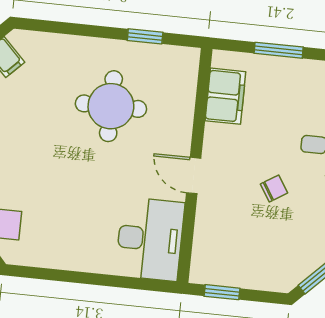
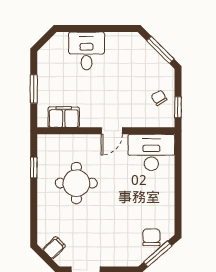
chair: (274, 189) -> (159, 98), moved

